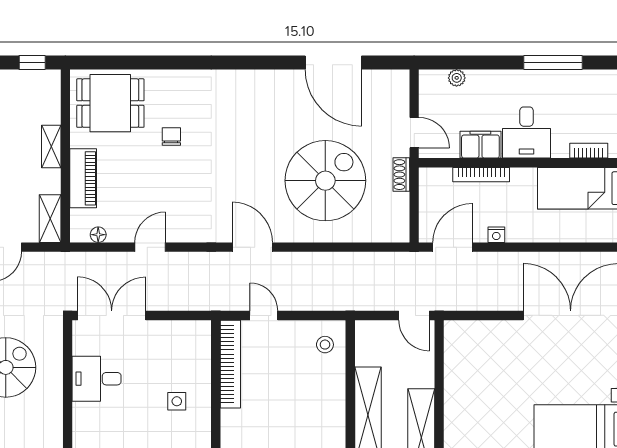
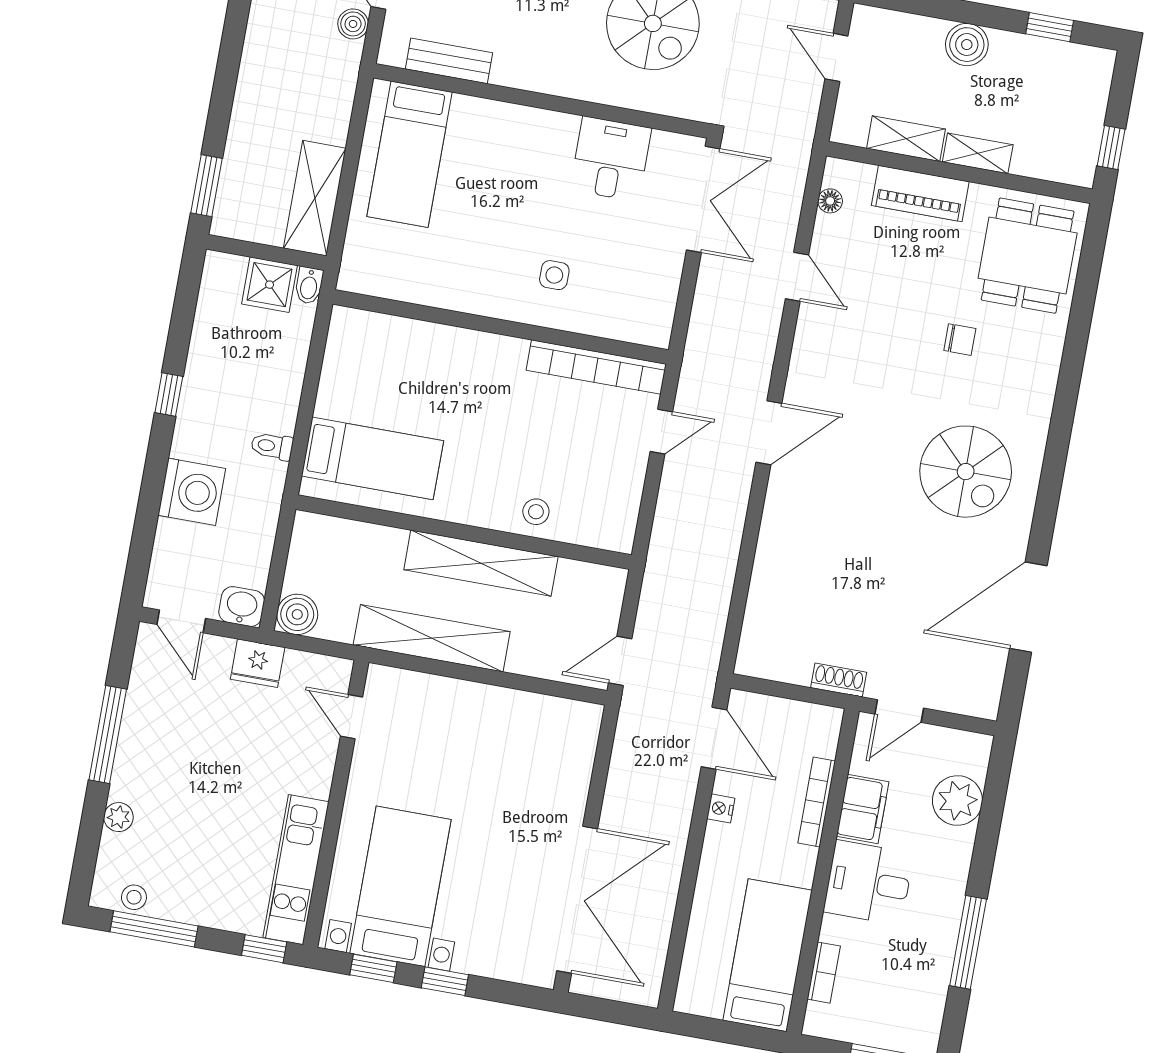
plant: (457, 78) -> (957, 801), width x1.88, depth x1.88
spiral stairs: (325, 181) -> (966, 472), moved, width x0.73, depth x0.73
shelving: (50, 219) -> (906, 139), moved
stool: (325, 345) -> (536, 512), moved

